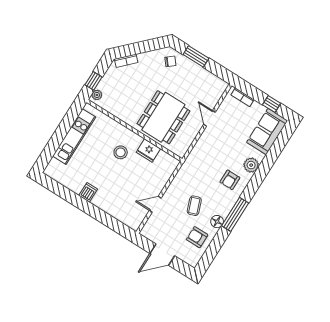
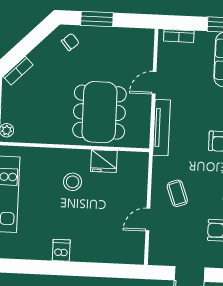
door: (209, 118) -> (154, 83), hinge flipped
tv unit: (198, 150) -> (162, 128), added
coffee table: (194, 206) -> (177, 193), moved

